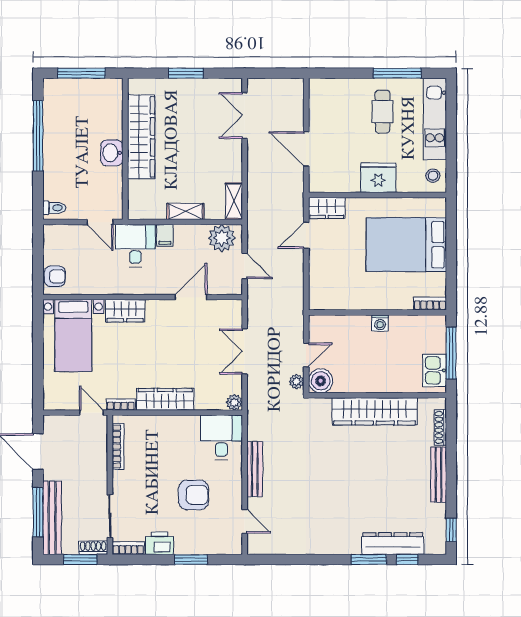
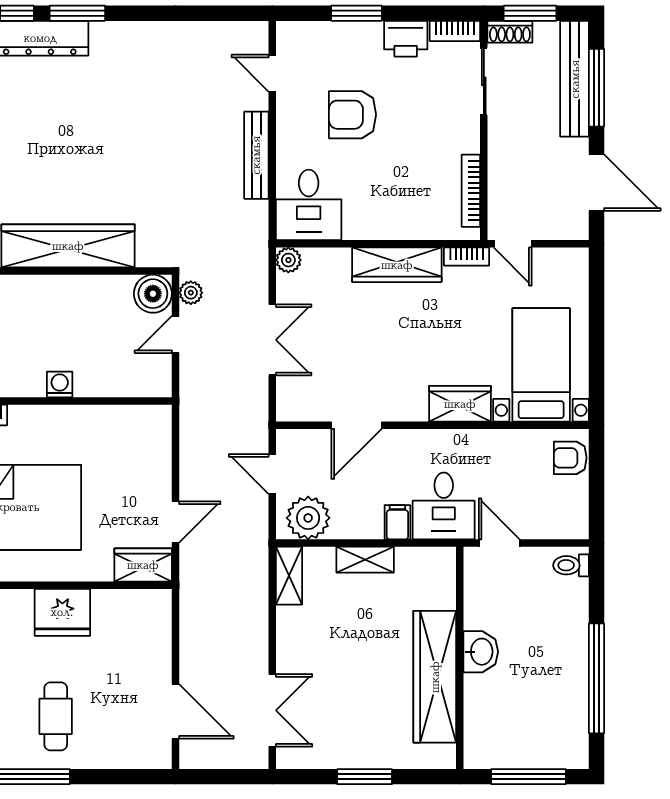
door: (306, 149) -> (176, 711), moved

